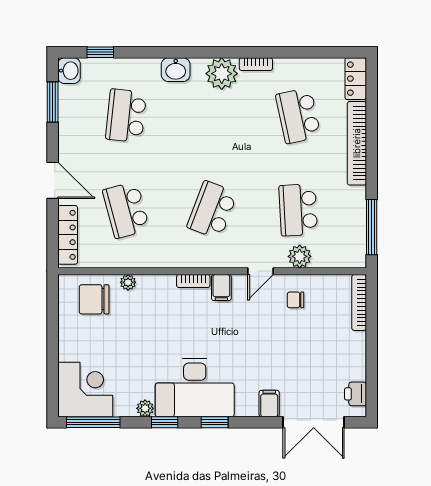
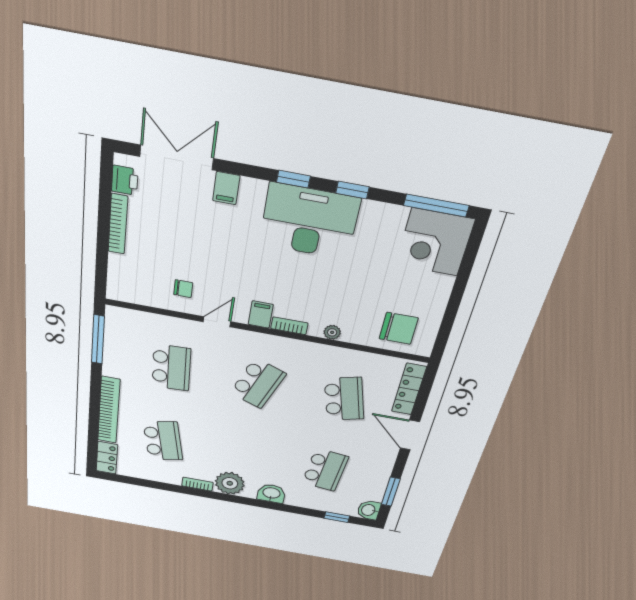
plant: (300, 256) -> (174, 328), removed
plant: (128, 282) -> (332, 332), moved
bookcase: (359, 302) -> (118, 224), moved
plant: (145, 408) -> (372, 210), removed

